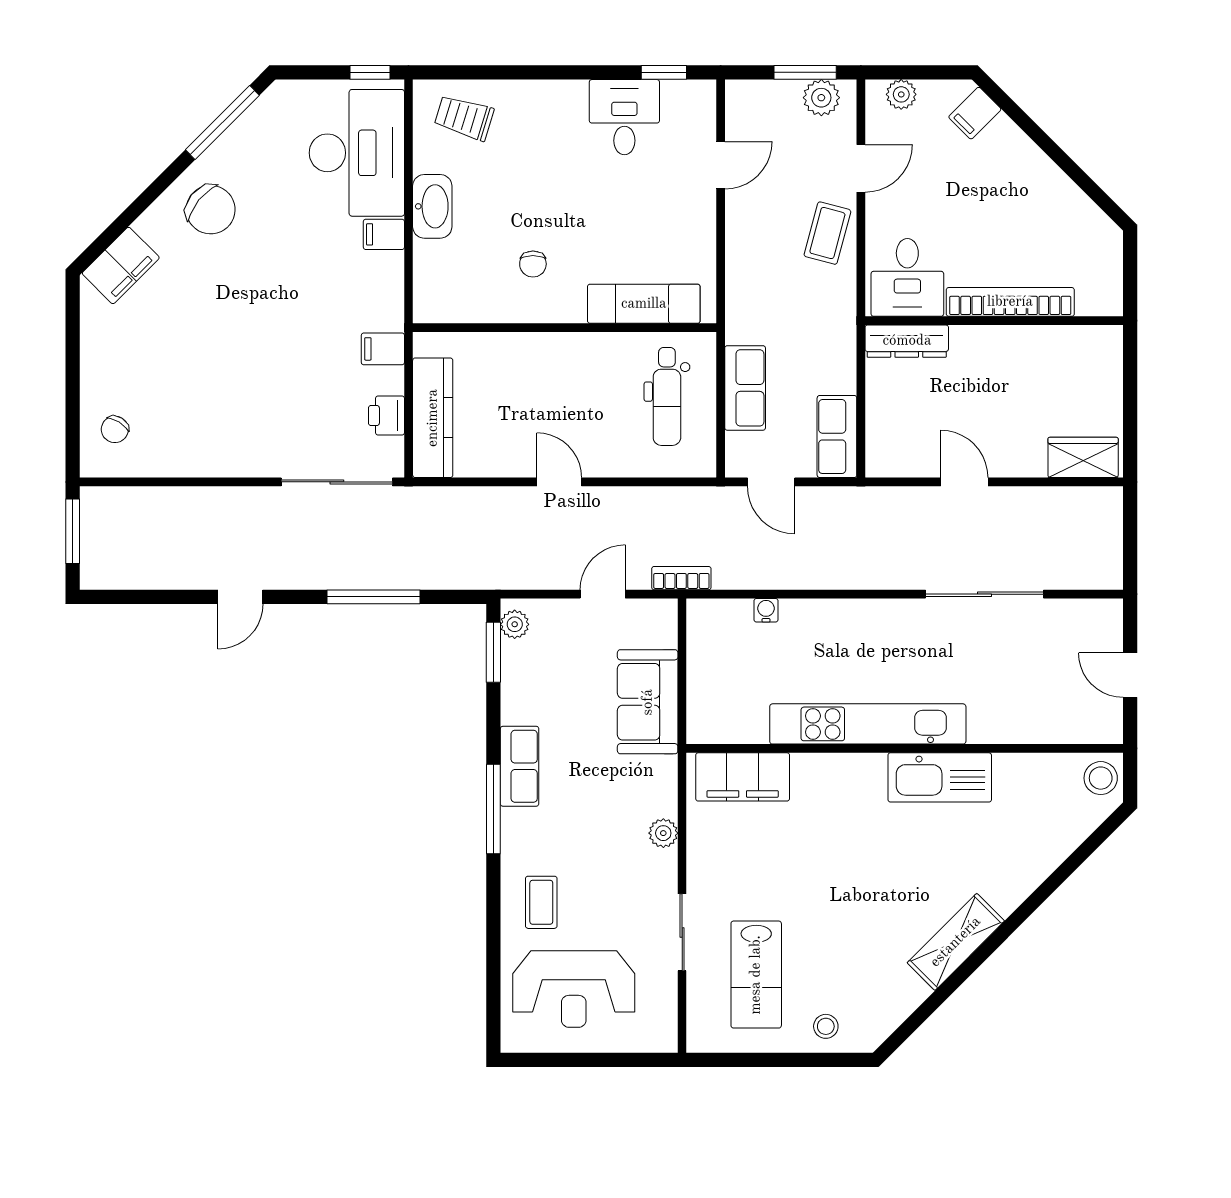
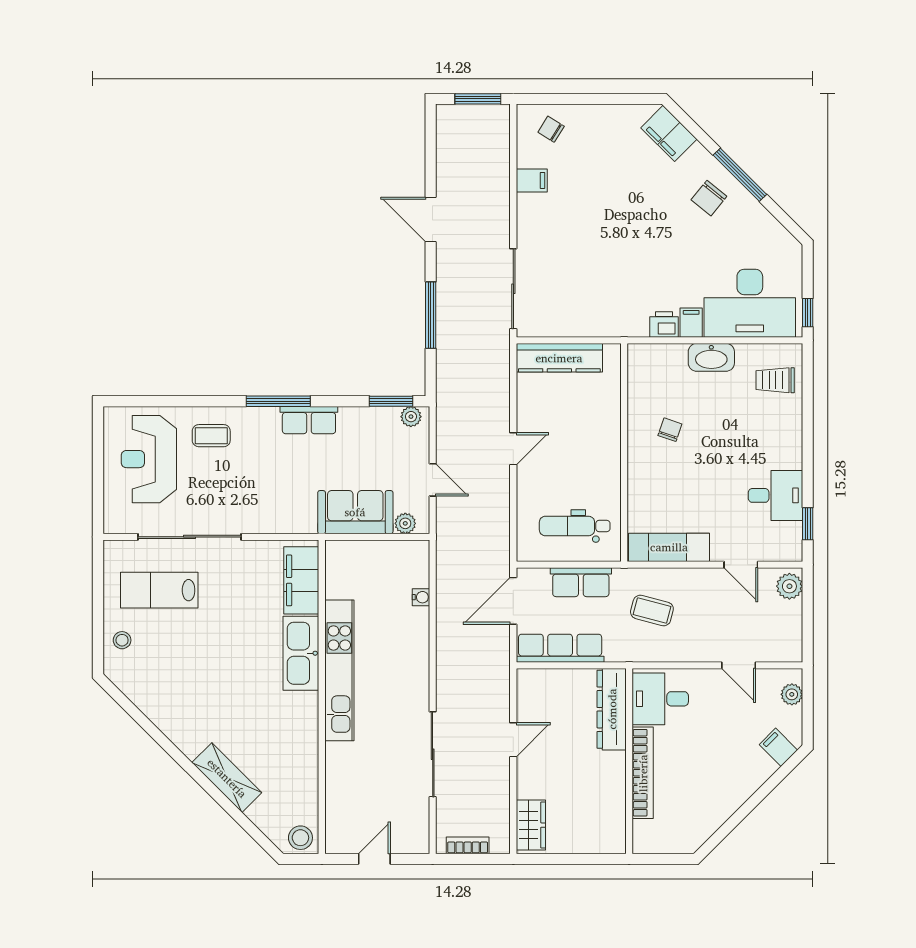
window: (805, 72) -> (808, 625), removed
plant: (821, 98) -> (789, 586), moved
trolley: (464, 118) -> (775, 380), turned -107
window: (222, 122) -> (740, 175), moved
chair: (211, 210) -> (709, 198), width x0.73, depth x0.73
coffee table: (827, 233) -> (652, 611), moved
chair: (533, 264) -> (670, 430), turned 109
exam couch: (644, 304) -> (669, 547), moved, turned -90
dresser: (907, 341) -> (612, 709), width x1.37, depth x1.24
filing cabinet: (383, 349) -> (532, 180), moved, turned 90
printer: (386, 416) -> (664, 324), moved
row of seats: (837, 437) -> (560, 648), width x1.48
door: (771, 482) -> (513, 601), width x1.38
bookcase: (681, 578) -> (468, 845), moved, turned -90
door: (240, 597) -> (431, 219), width x1.38
kitchen sink: (940, 777) -> (301, 653), moved
plant: (663, 833) -> (405, 523), moved
sliding door: (682, 932) -> (190, 537), width x1.86
shelving: (956, 942) -> (227, 778), moved

